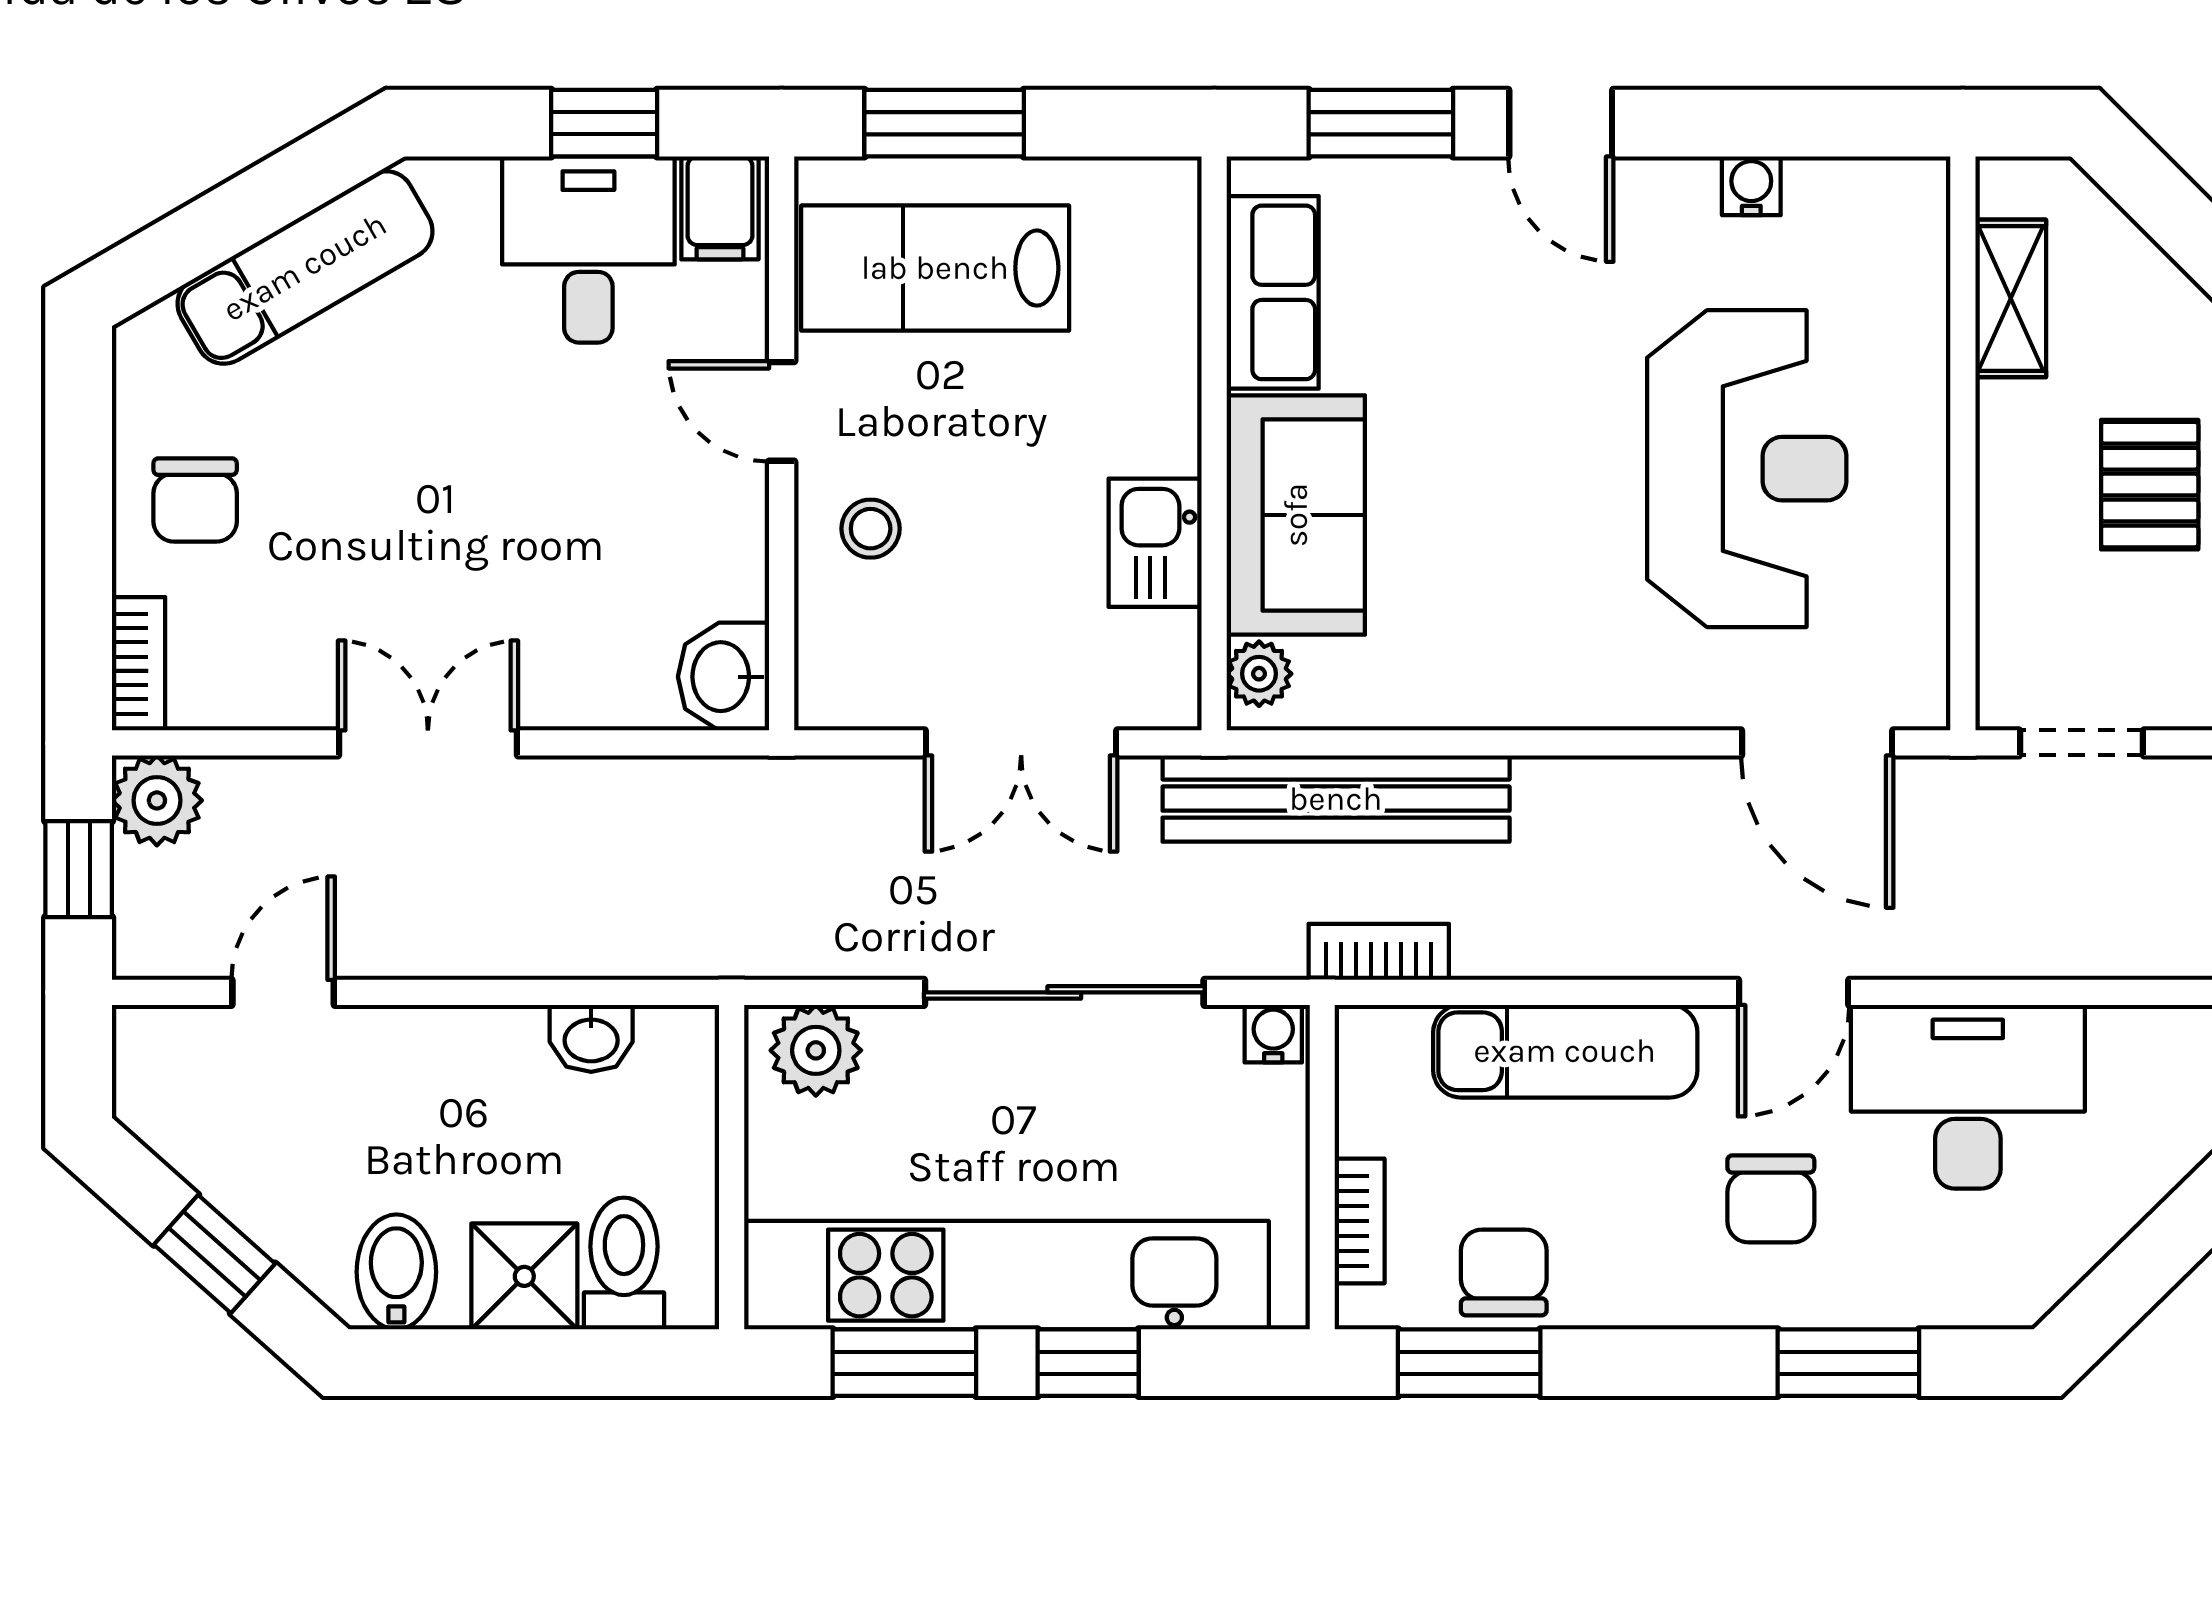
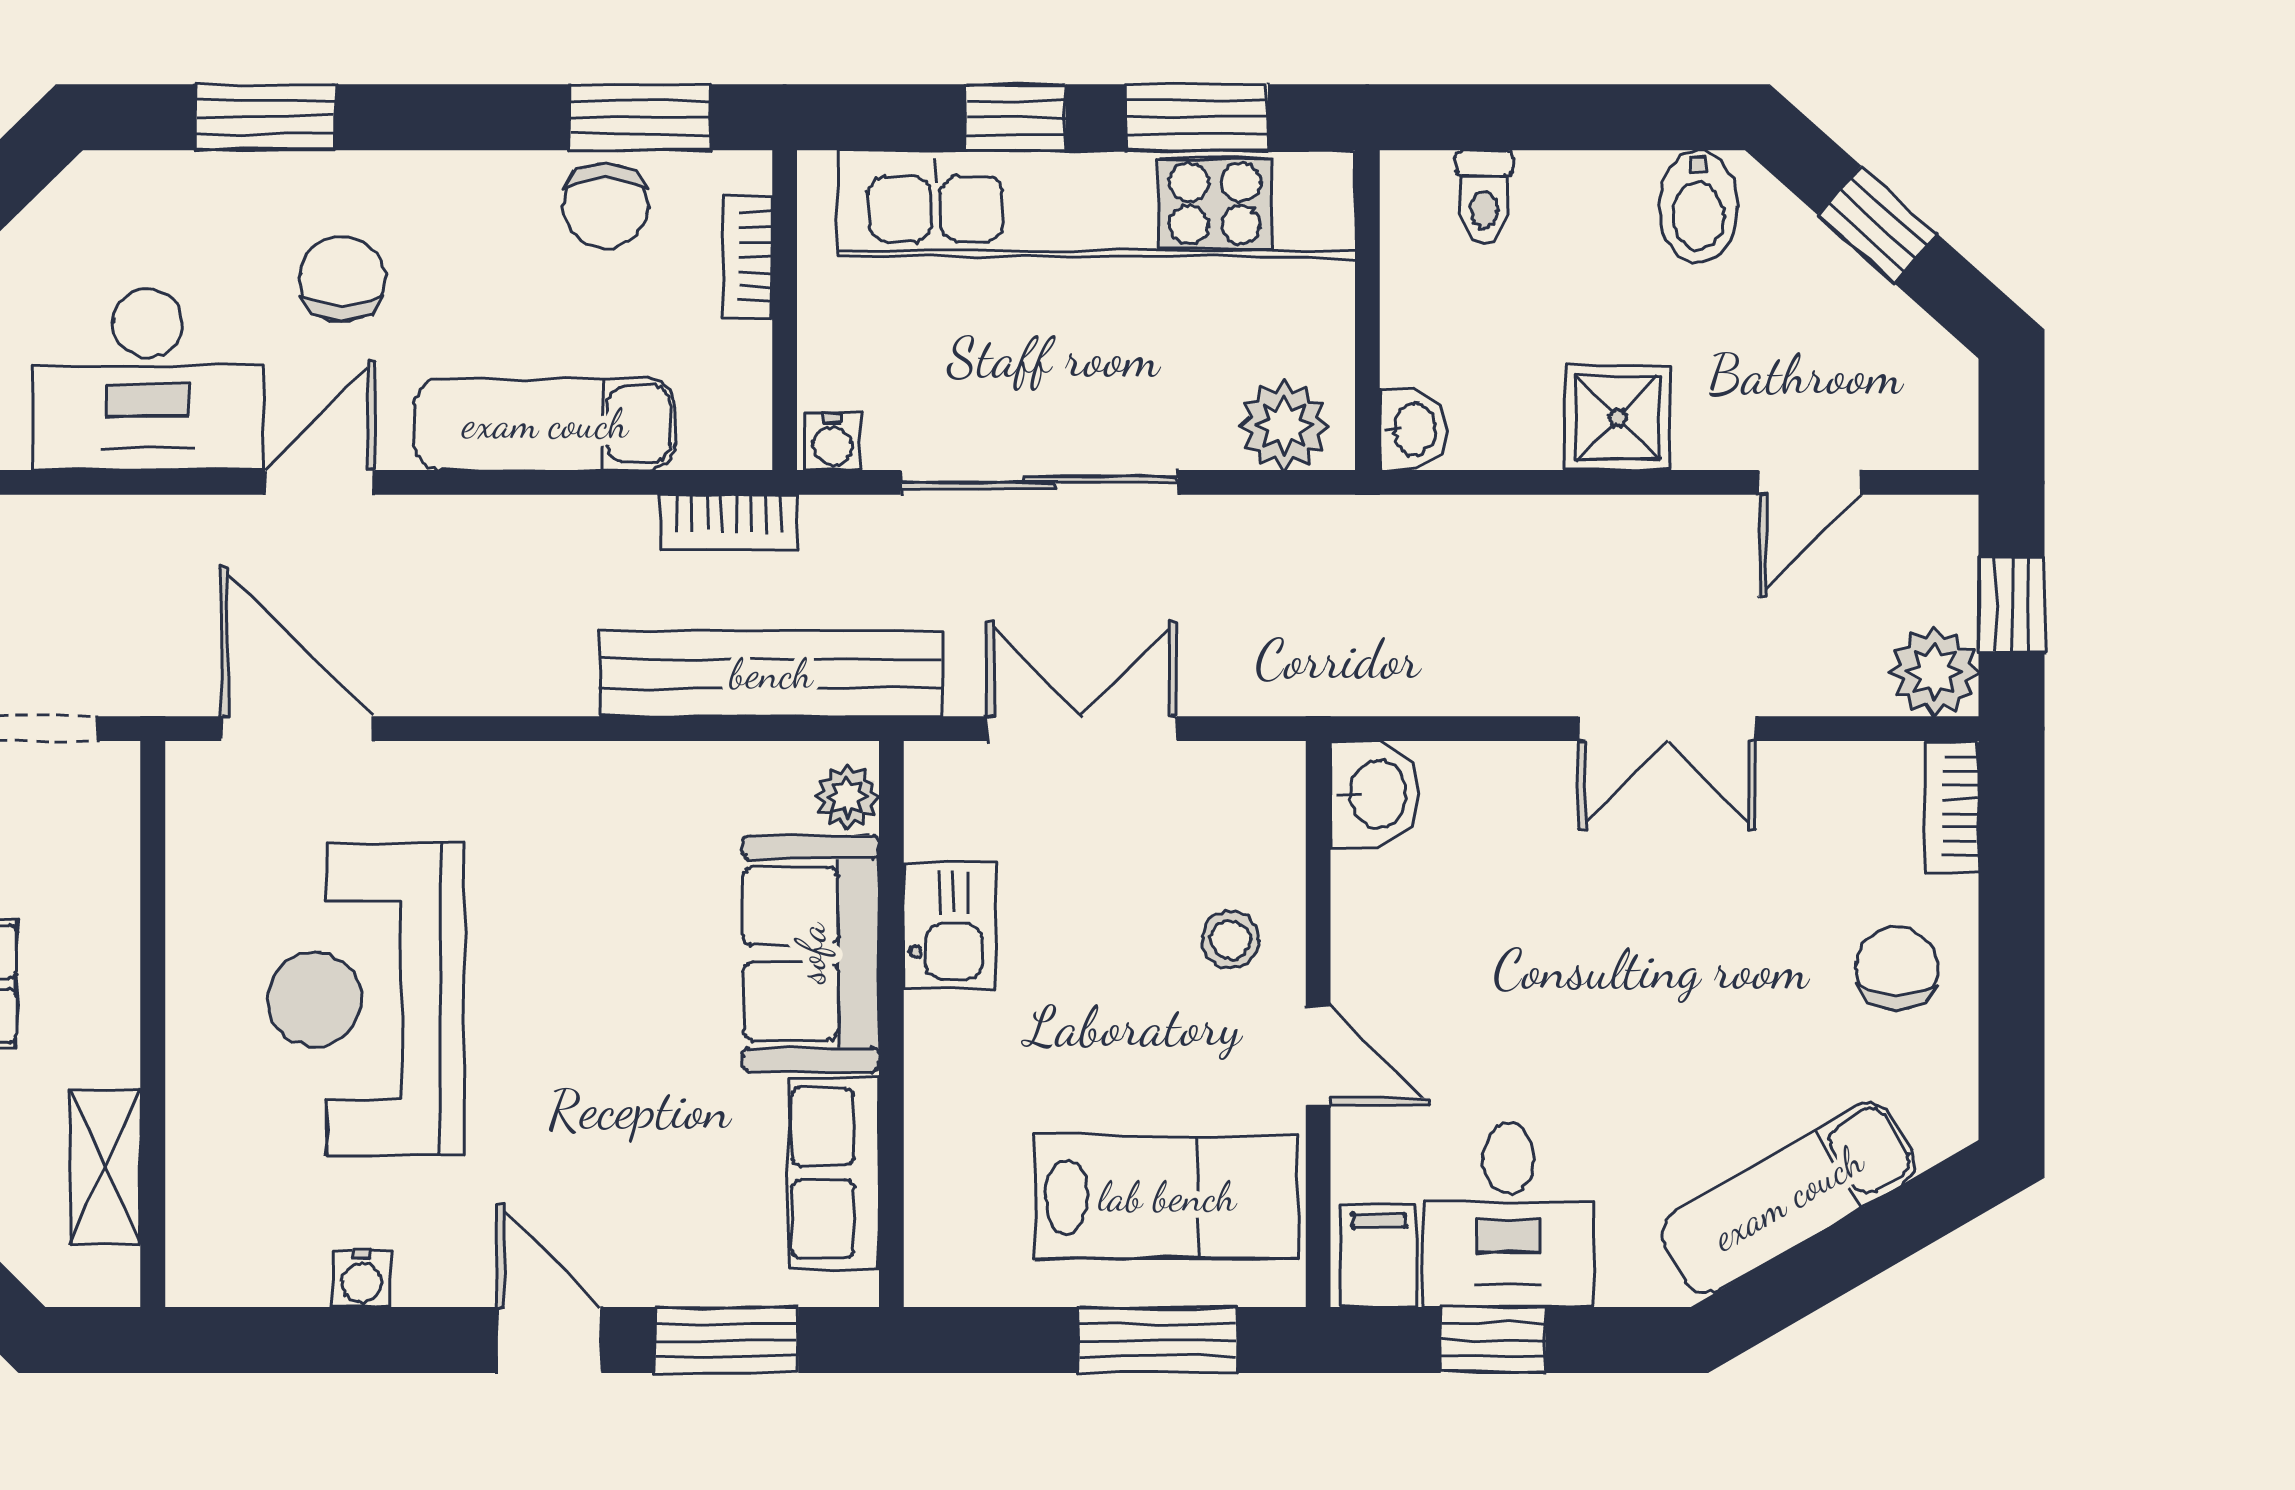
washbasin: (591, 1038) -> (1413, 429), moved, turned 90
toilet: (624, 1263) -> (1484, 197), width x0.73, depth x0.72
shower: (524, 1276) -> (1618, 418), moved

